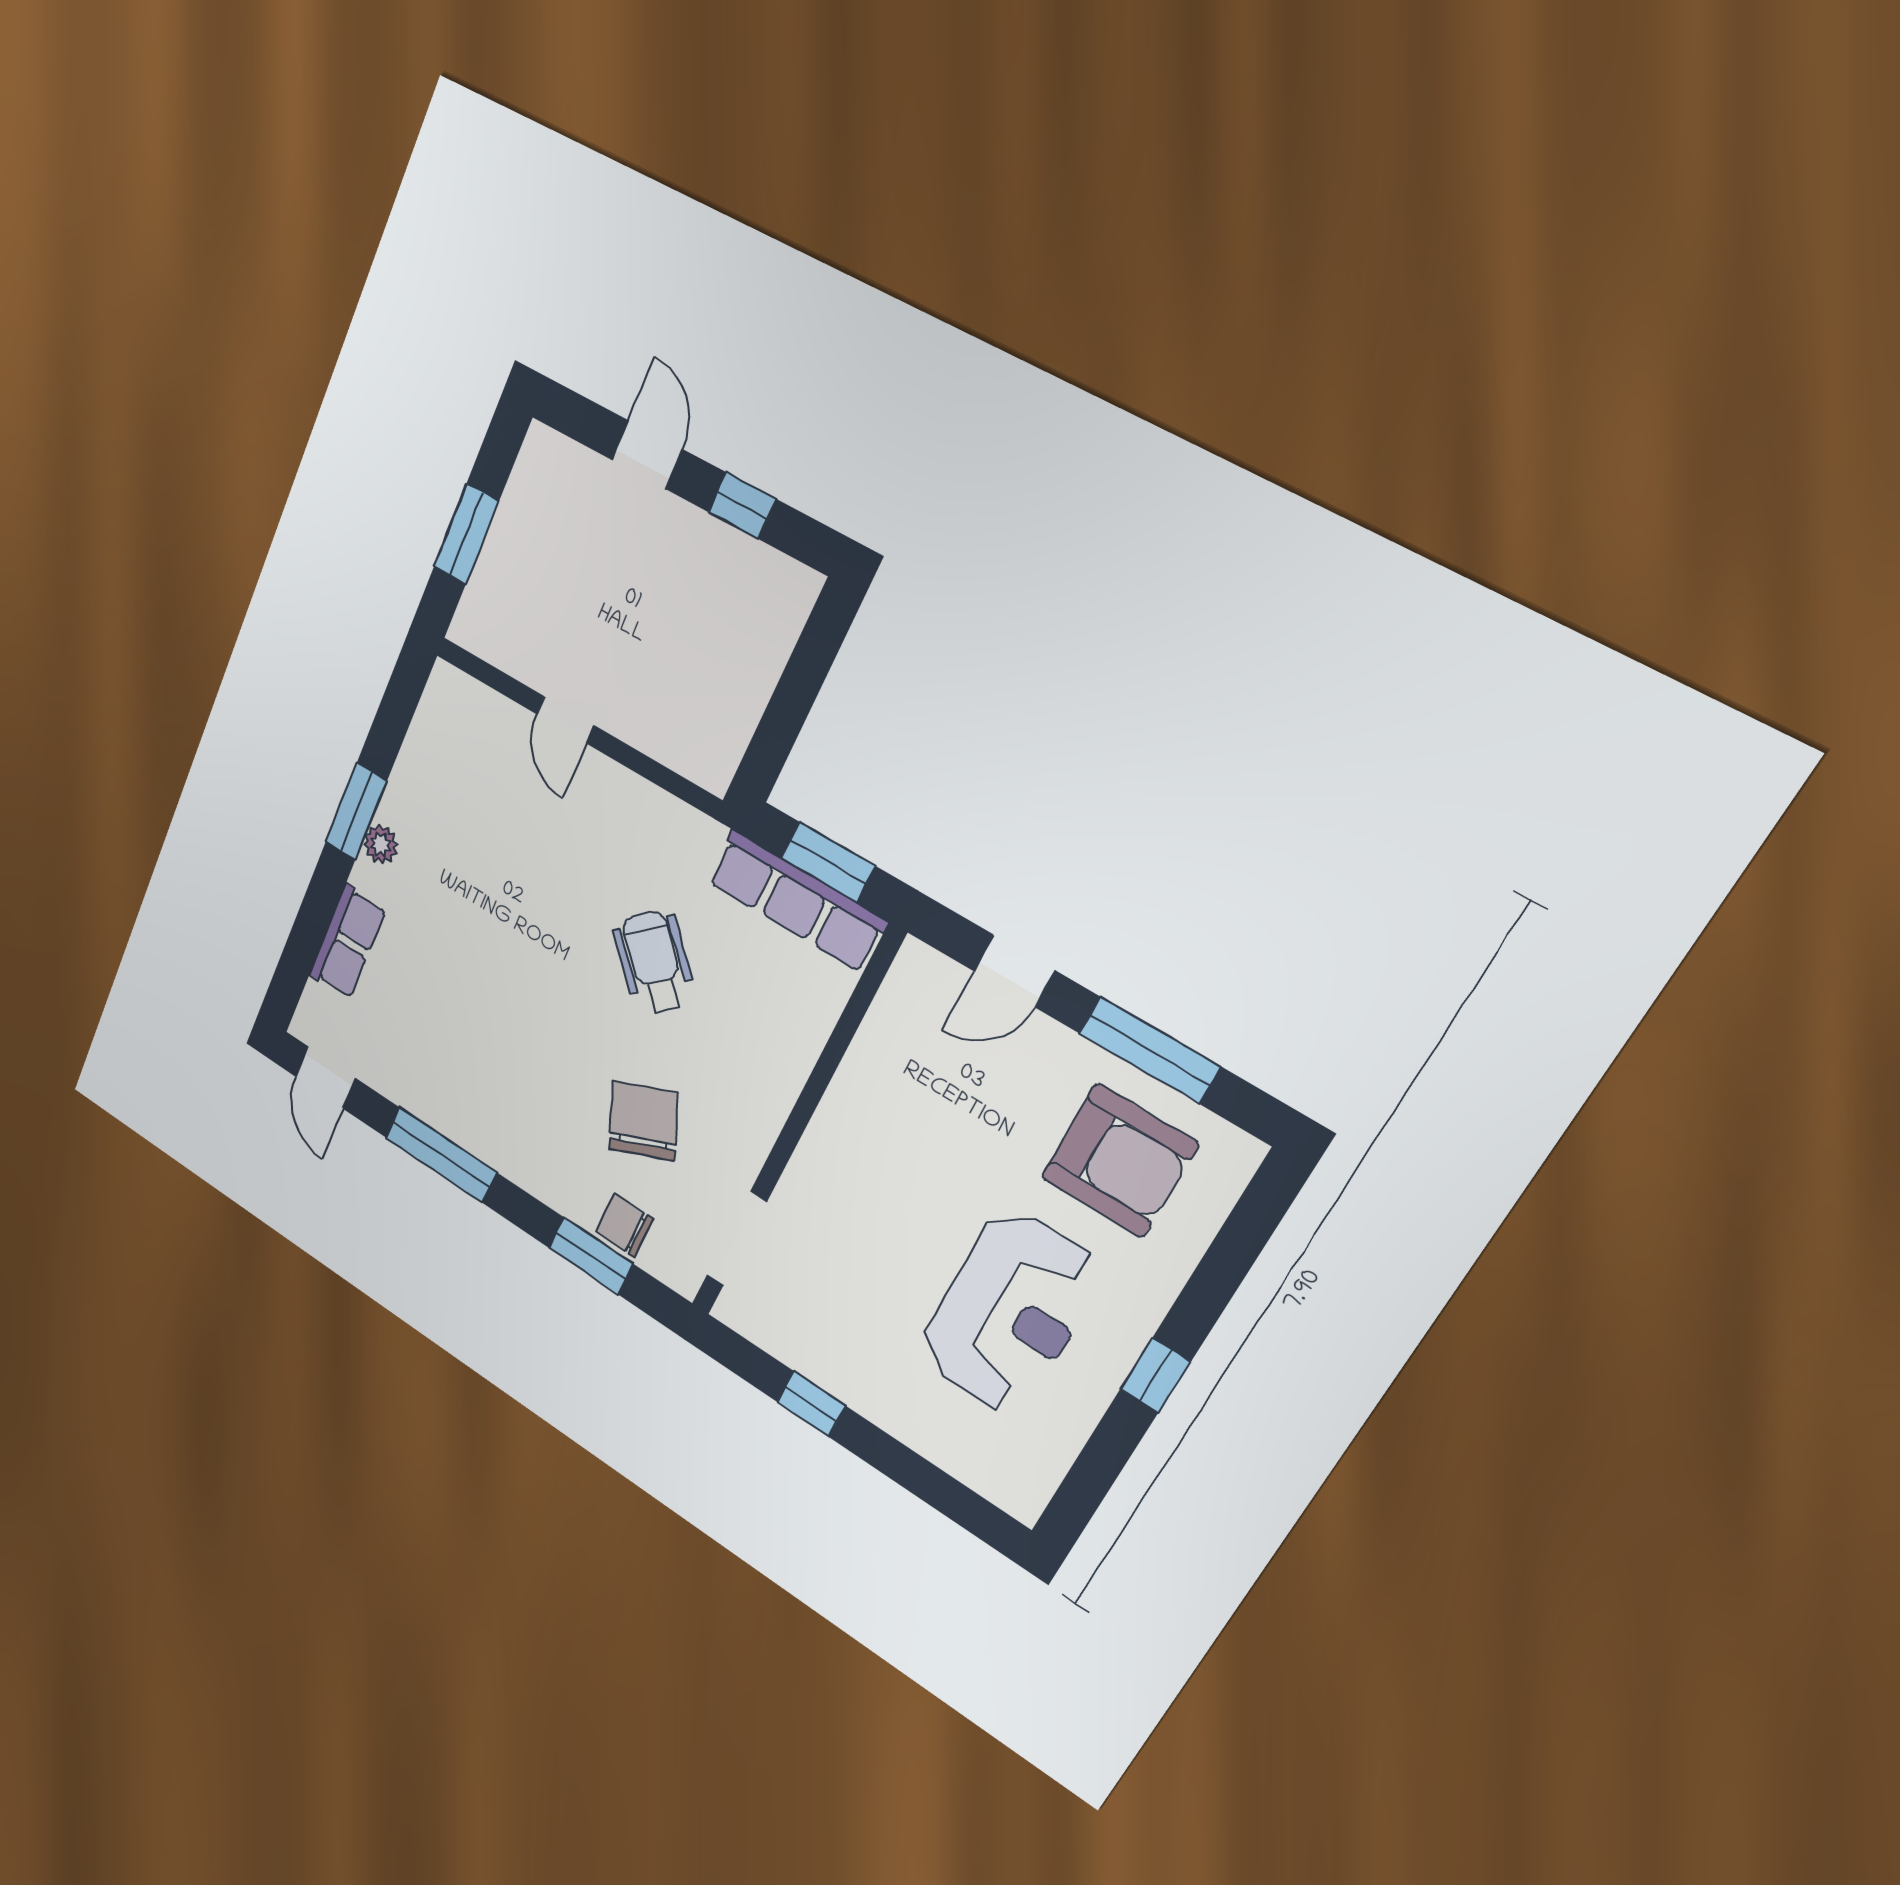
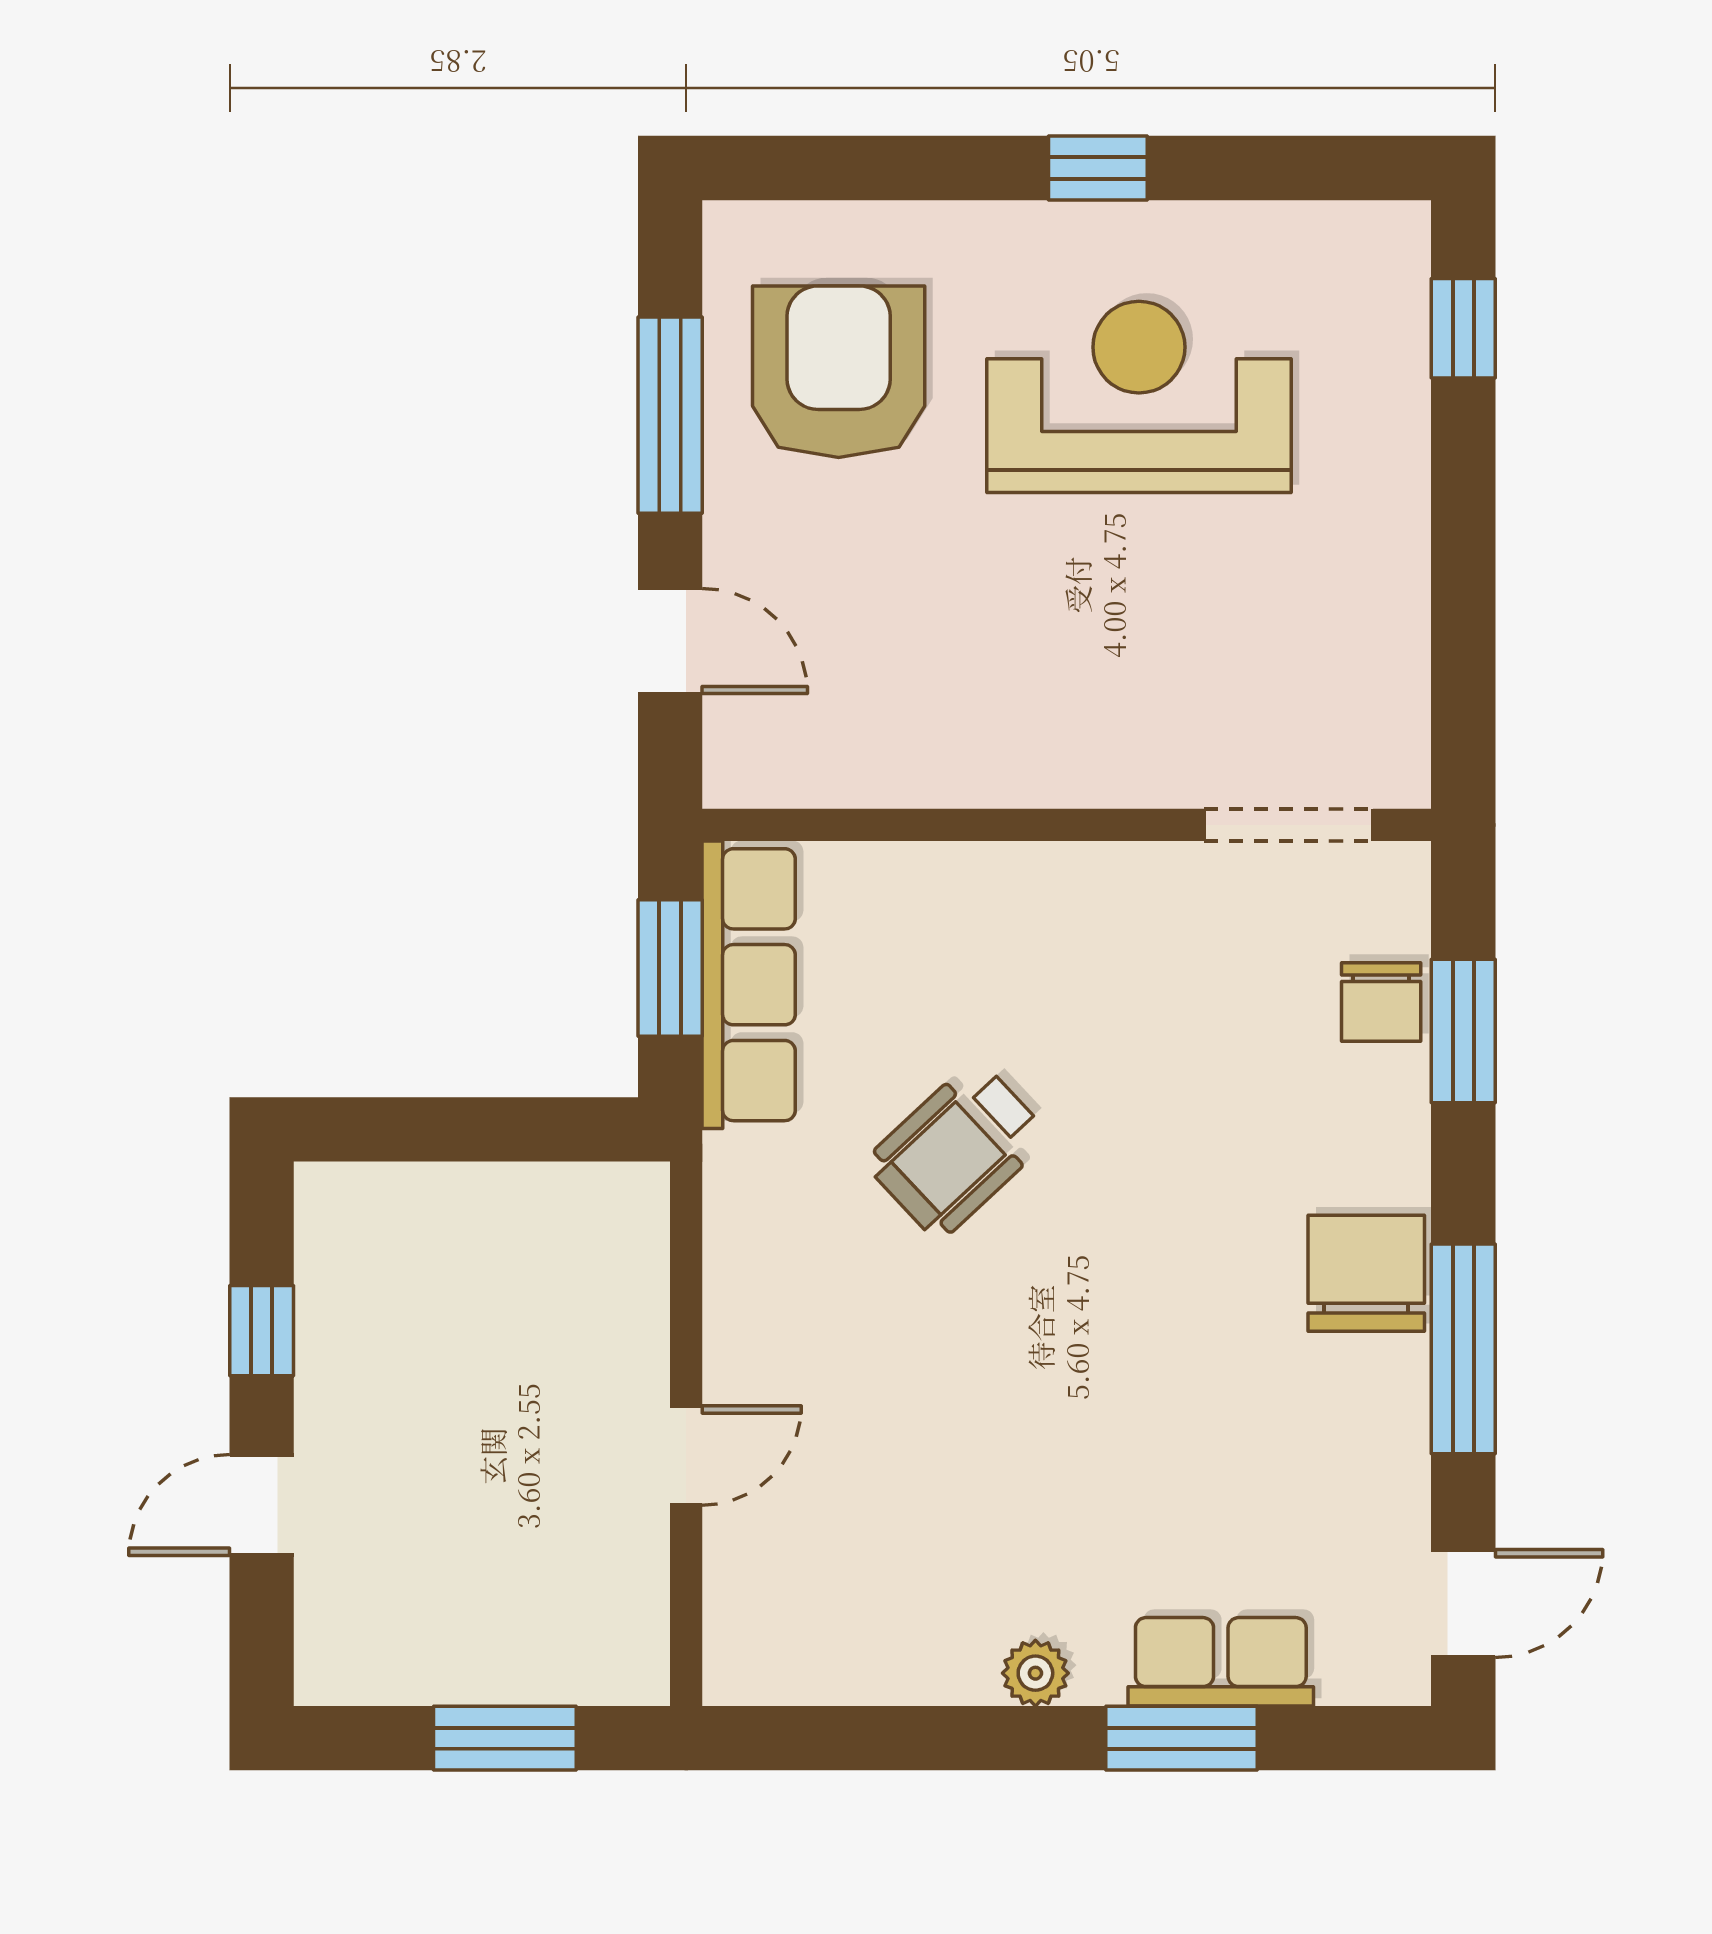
window: (356, 812) -> (1181, 1738), moved
chair: (644, 1121) -> (1366, 1273), moved, turned 113
window: (811, 1404) -> (1463, 328), moved

